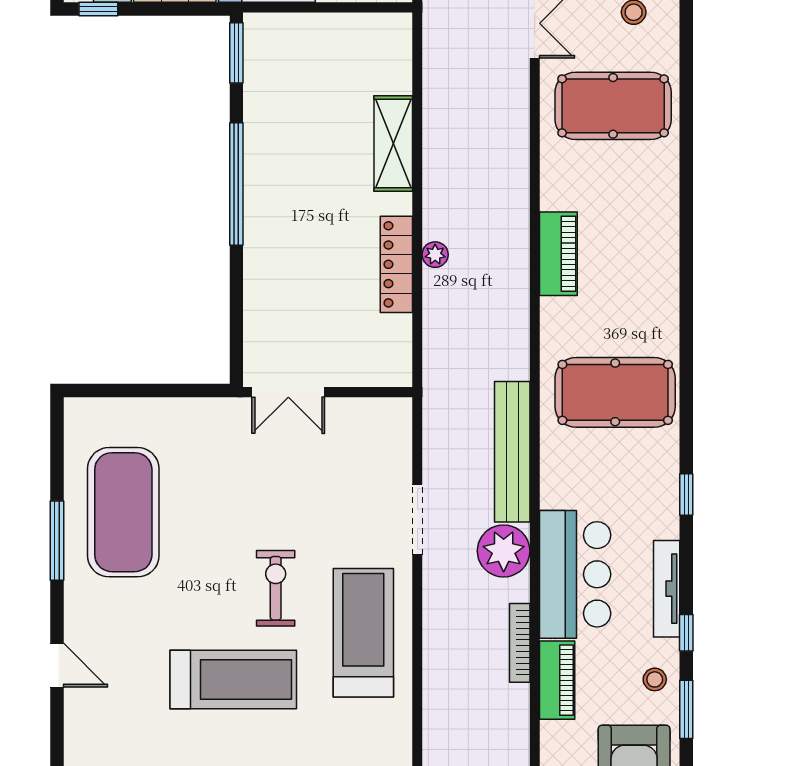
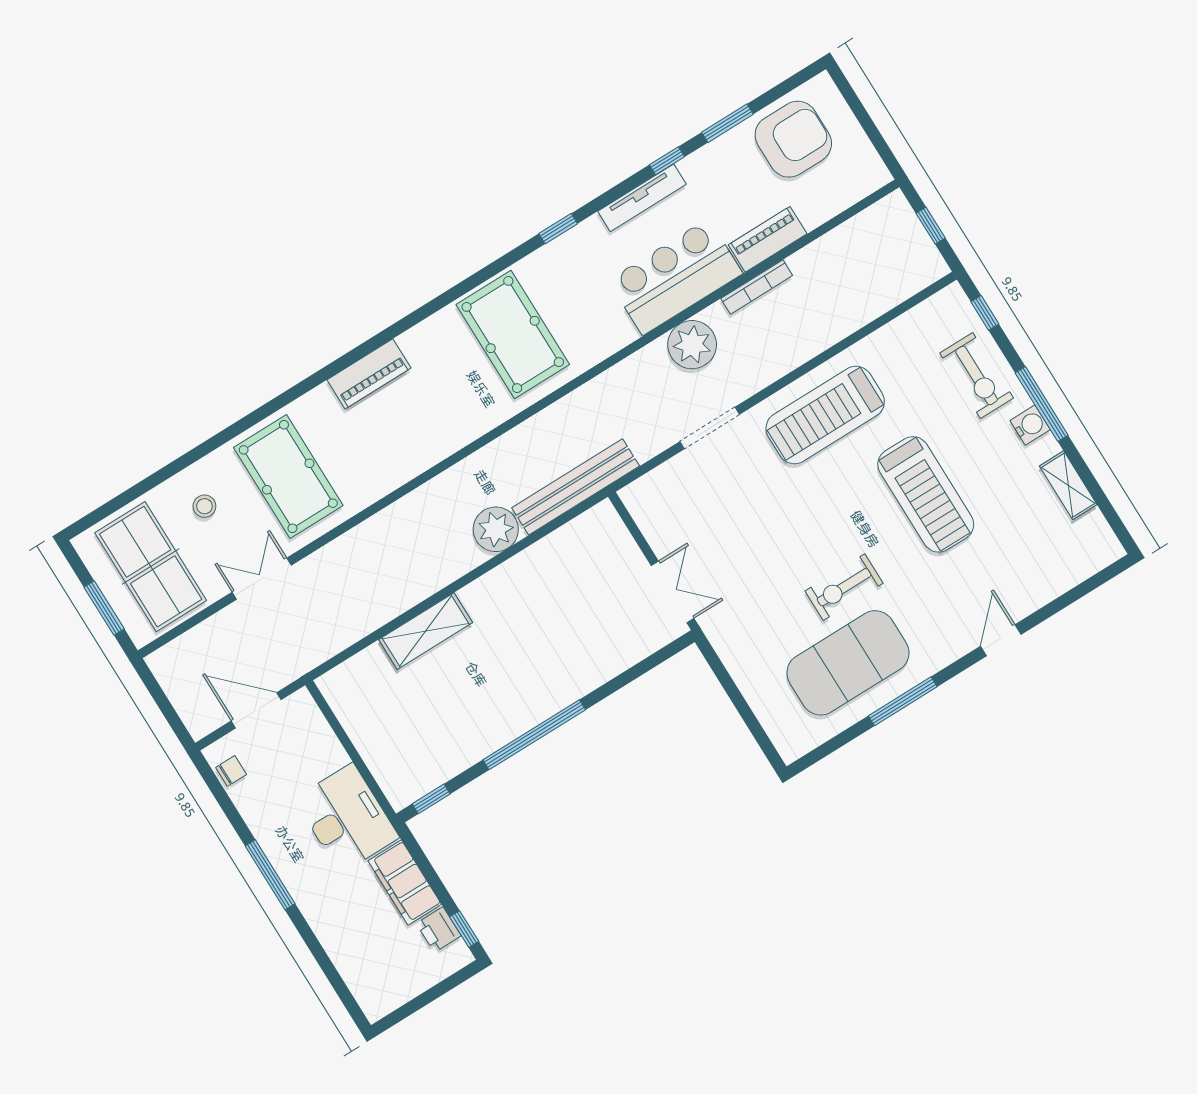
window: (236, 53) -> (431, 799), width x0.67
piano: (558, 254) -> (369, 374), moved, turned 180
plant: (435, 255) -> (496, 529), width x1.87, depth x1.87
locker: (396, 264) -> (519, 569), removed
bench: (512, 452) -> (576, 487), moved
exercise bike: (276, 588) -> (844, 587), moved
stool: (655, 679) -> (719, 163), removed
treadmill: (233, 680) -> (926, 494), turned 180

